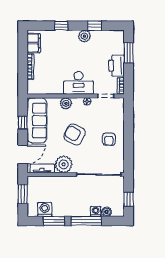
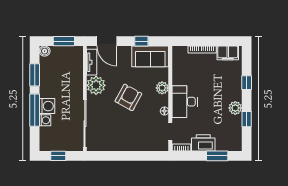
sofa: (37, 120) -> (150, 56), width x0.73
armchair: (109, 139) -> (123, 135), removed
washing machine: (45, 210) -> (47, 106), moved
boiler: (106, 212) -> (45, 51), moved

